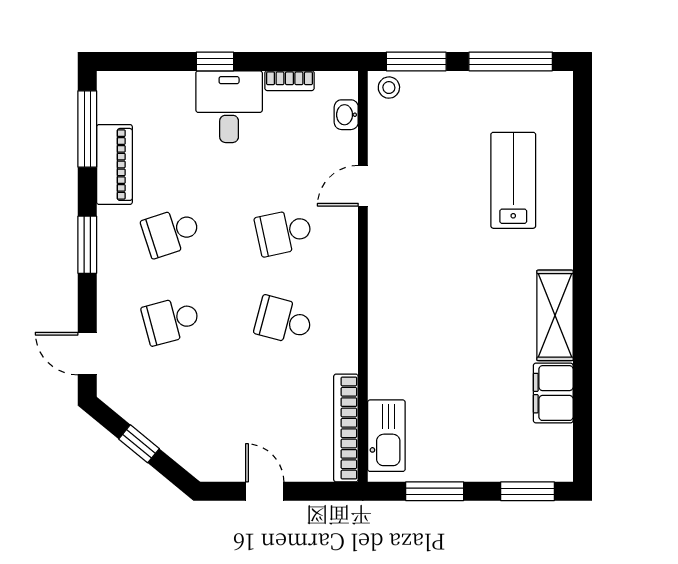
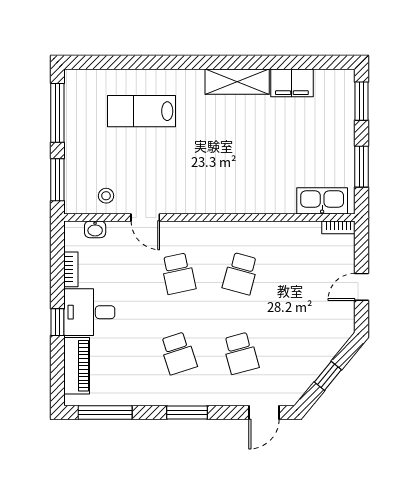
stool: (389, 88) -> (106, 196), moved
piano: (114, 164) -> (77, 366), moved, turned 90
bookcase: (346, 428) -> (338, 227), width x0.43, depth x0.76

